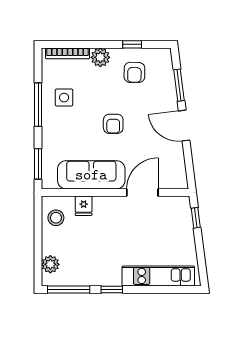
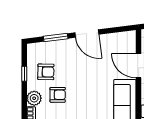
armchair: (113, 124) -> (58, 95), moved
door: (184, 126) -> (87, 34), hinge flipped

